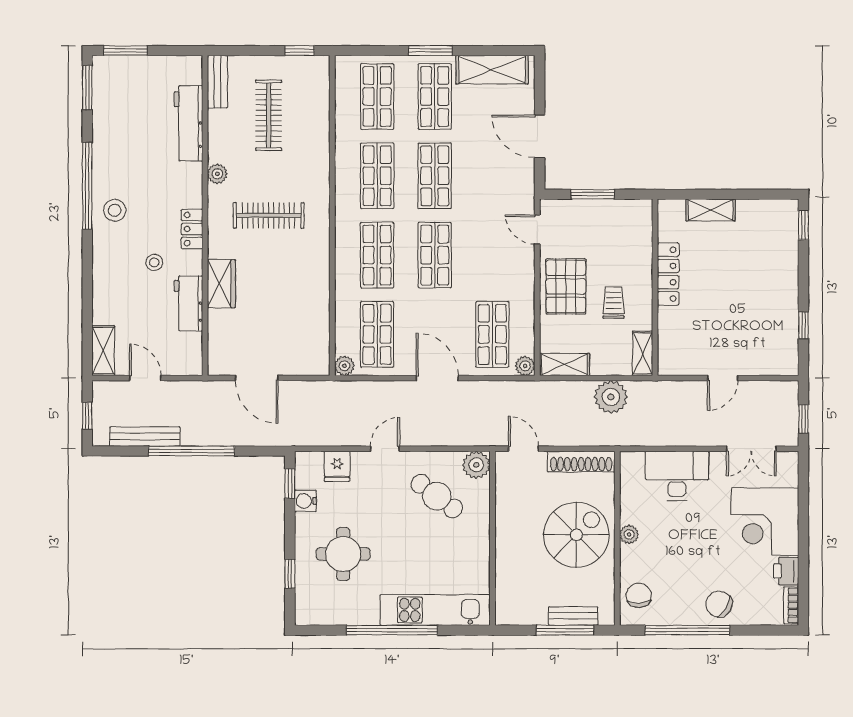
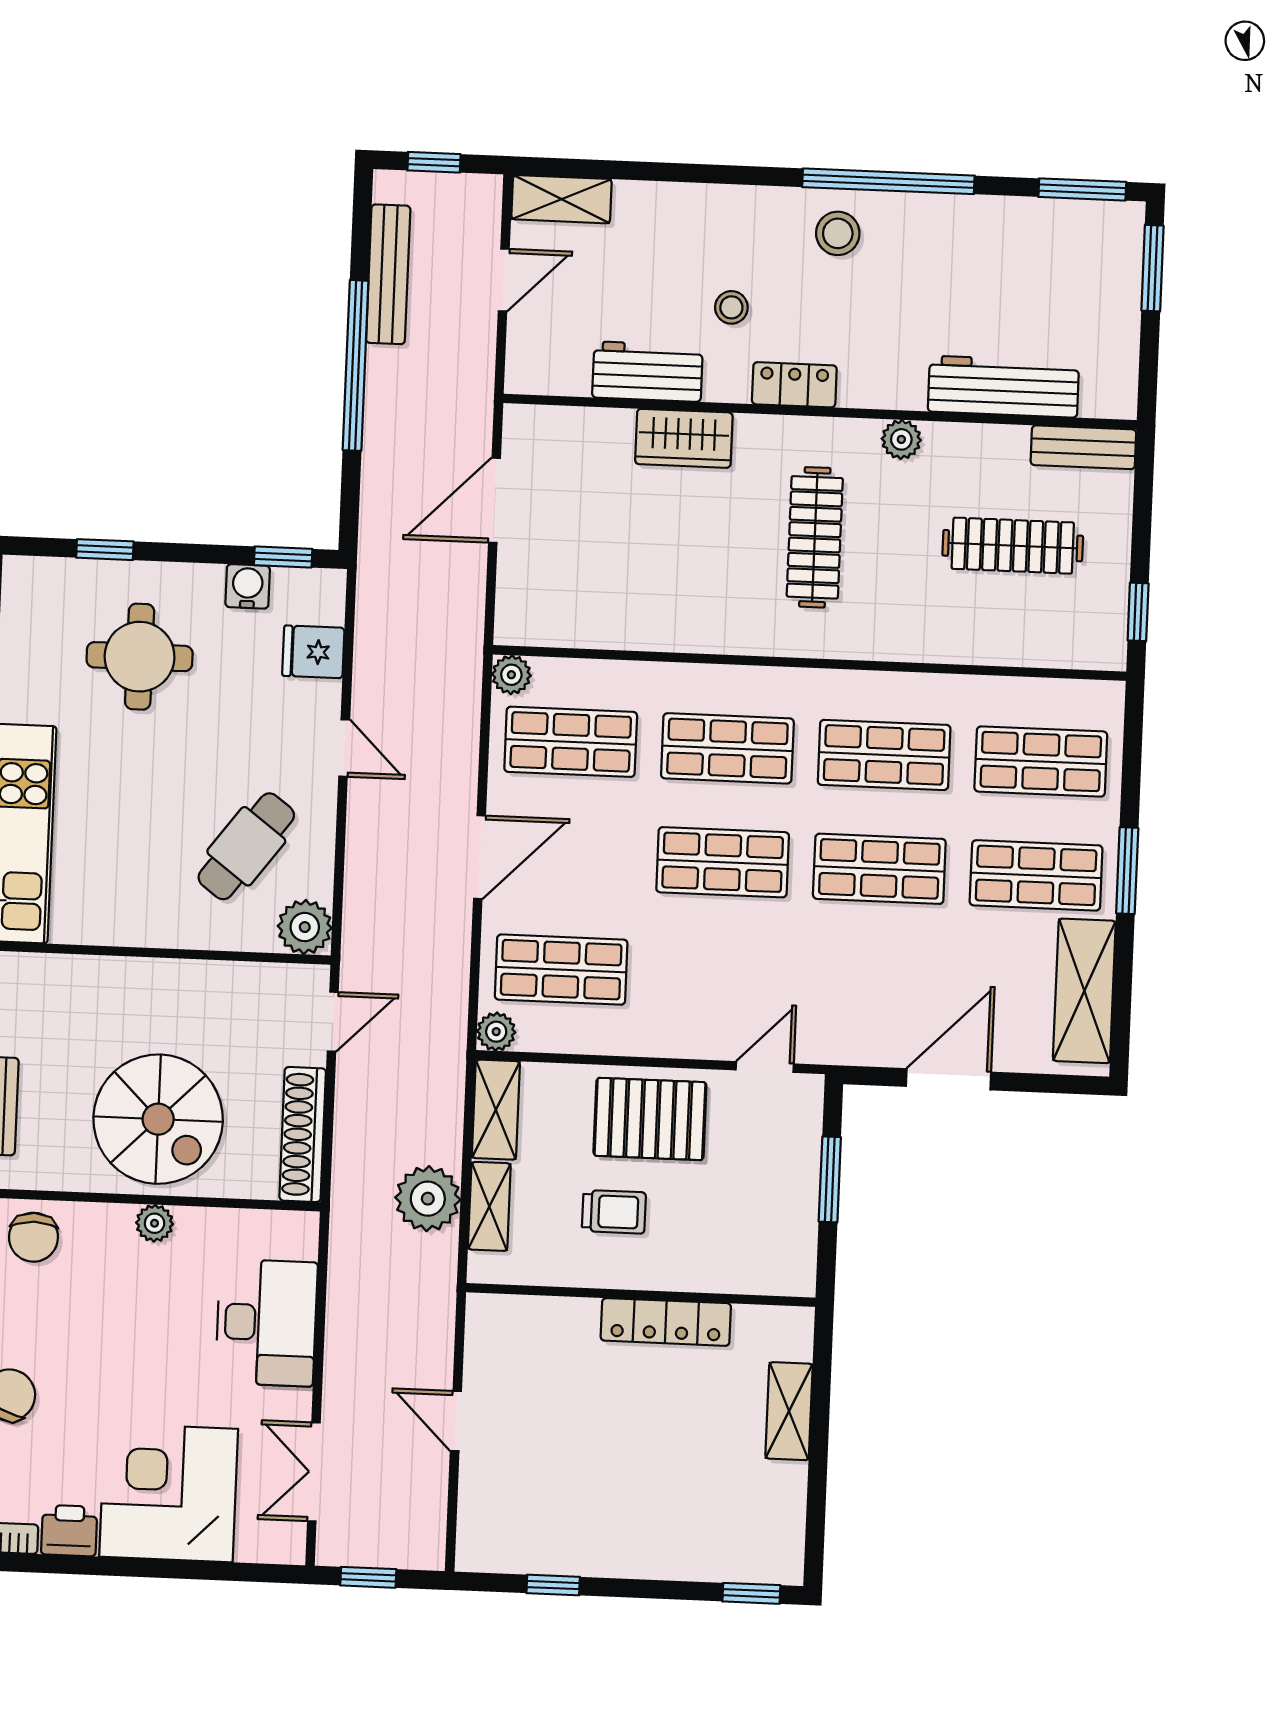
shelving: (643, 353) -> (489, 1206), moved, turned 90
chair: (639, 595) -> (33, 1237), turned 93

